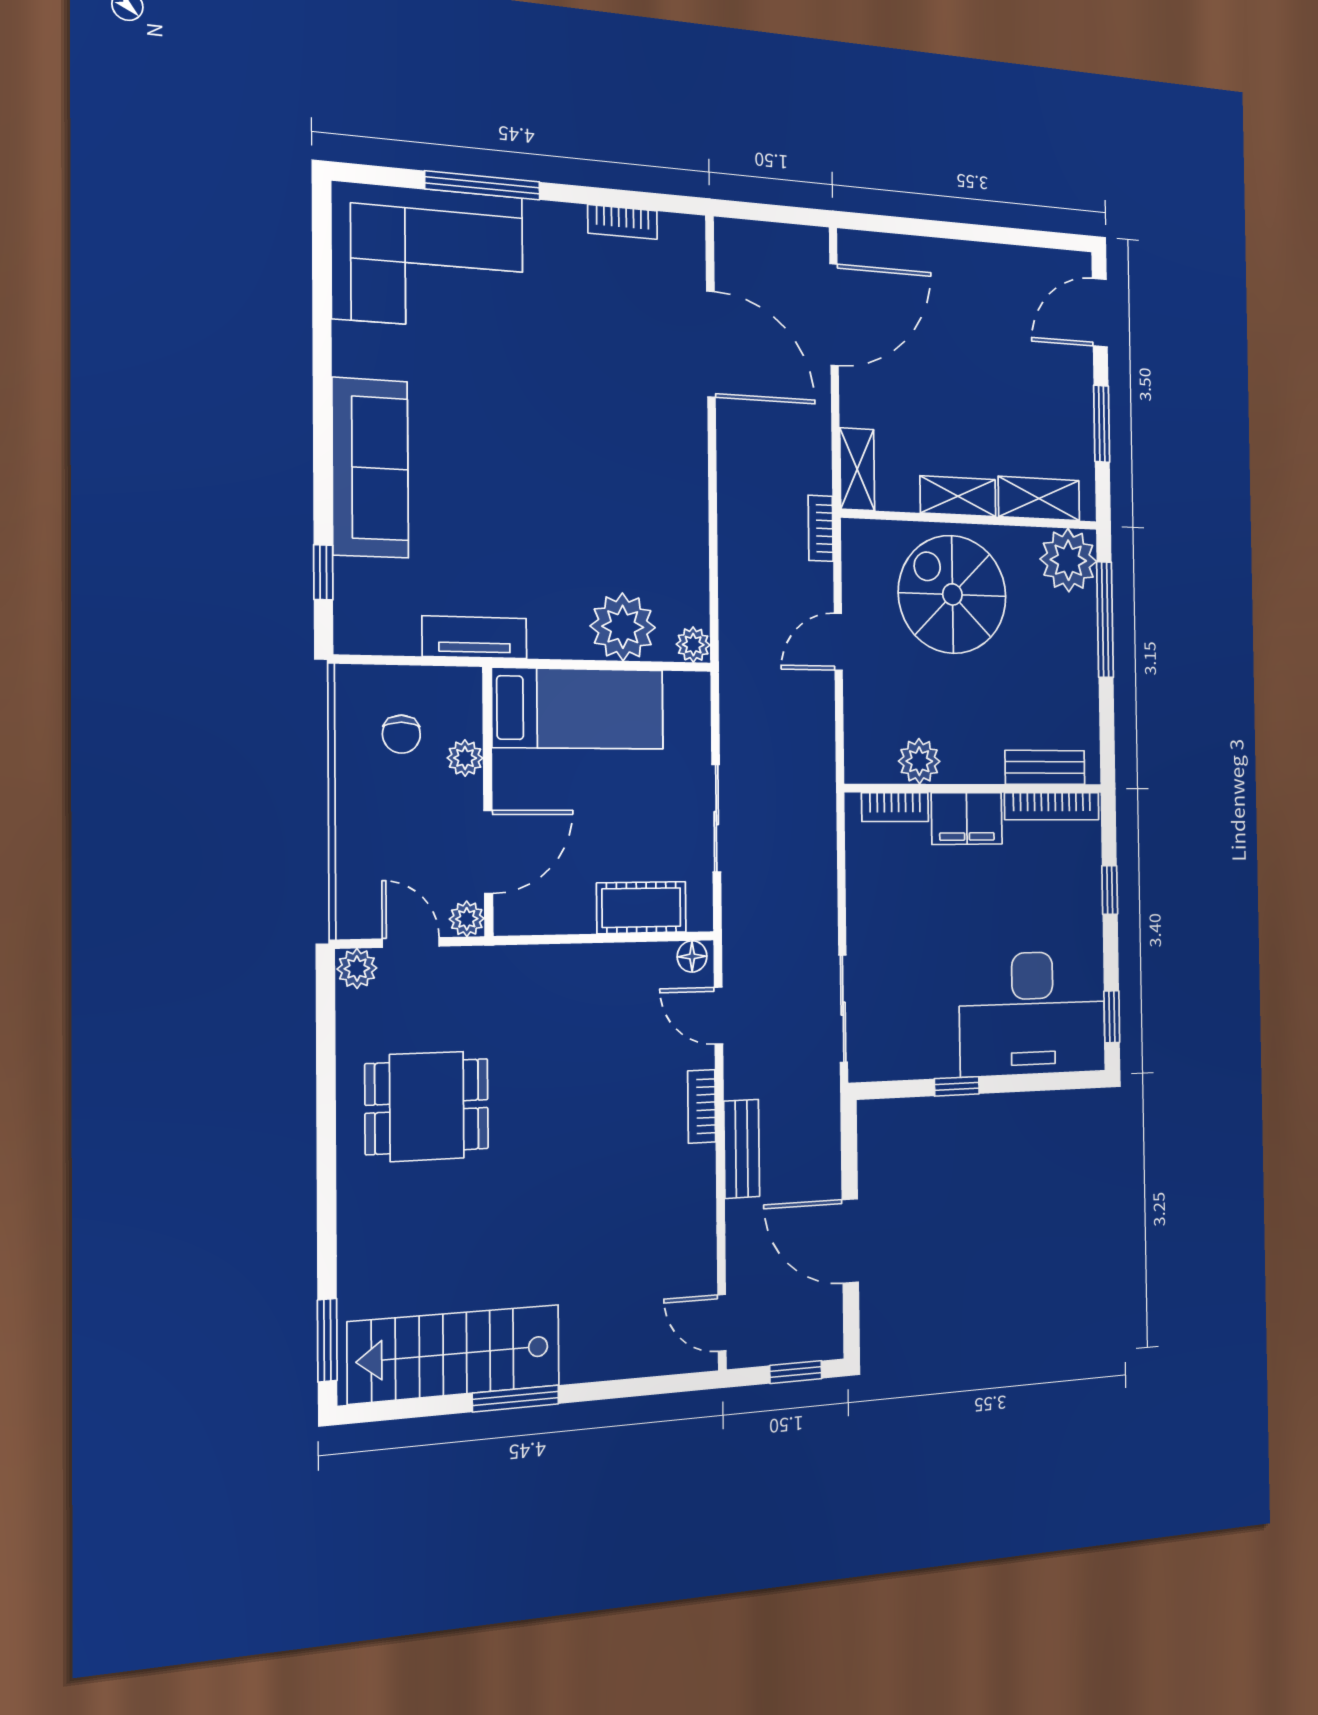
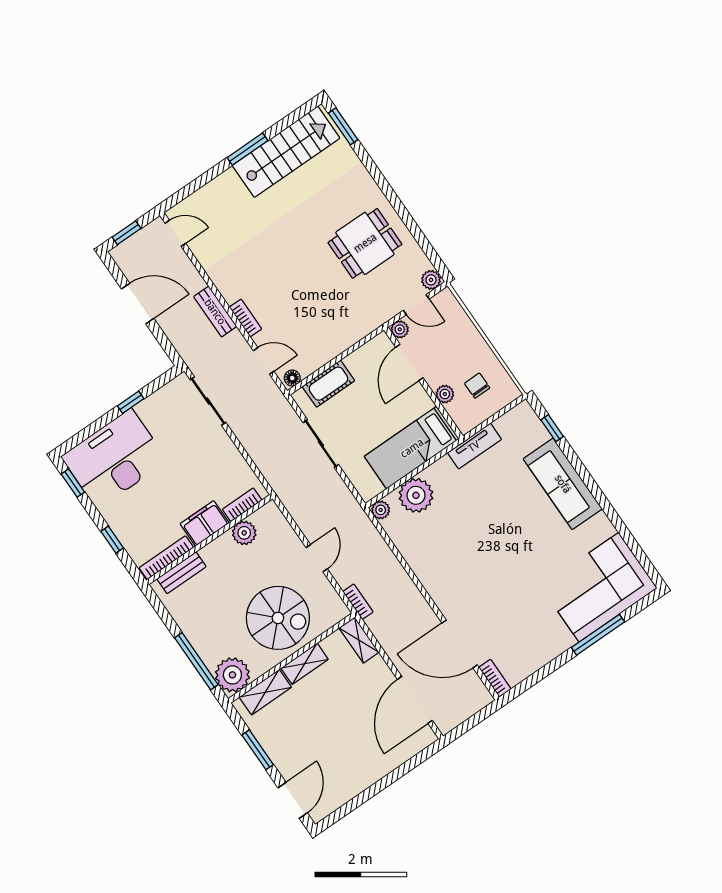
bookcase: (623, 222) -> (495, 678), moved, turned 90

